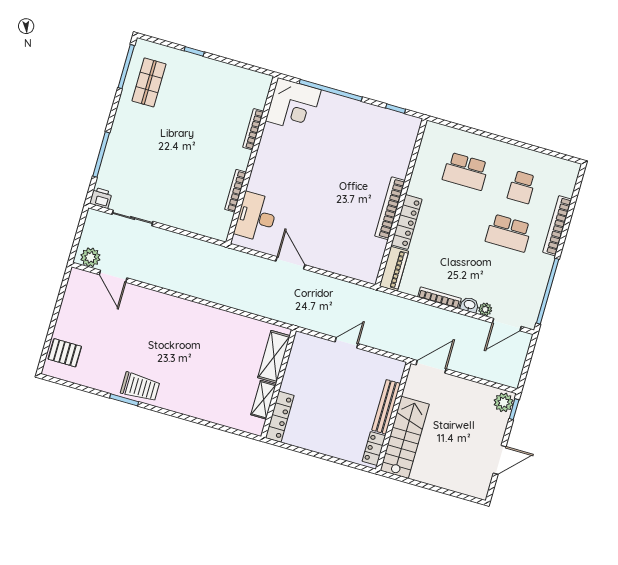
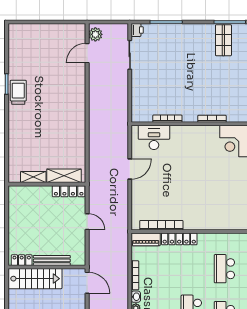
shop shelf: (149, 82) -> (223, 40), turned 90
bookcase: (390, 208) -> (161, 225), moved
pallet: (65, 353) -> (27, 35), removed
trolley: (140, 387) -> (18, 92), turned 180
locker: (280, 417) -> (69, 191), moved

